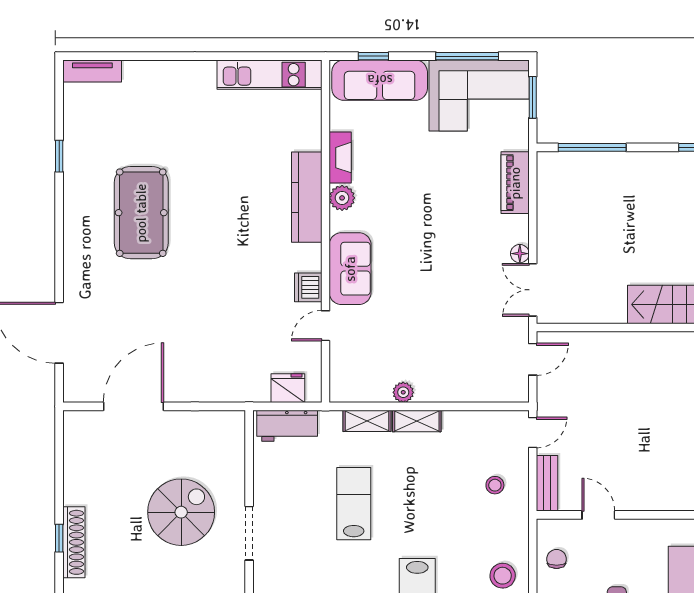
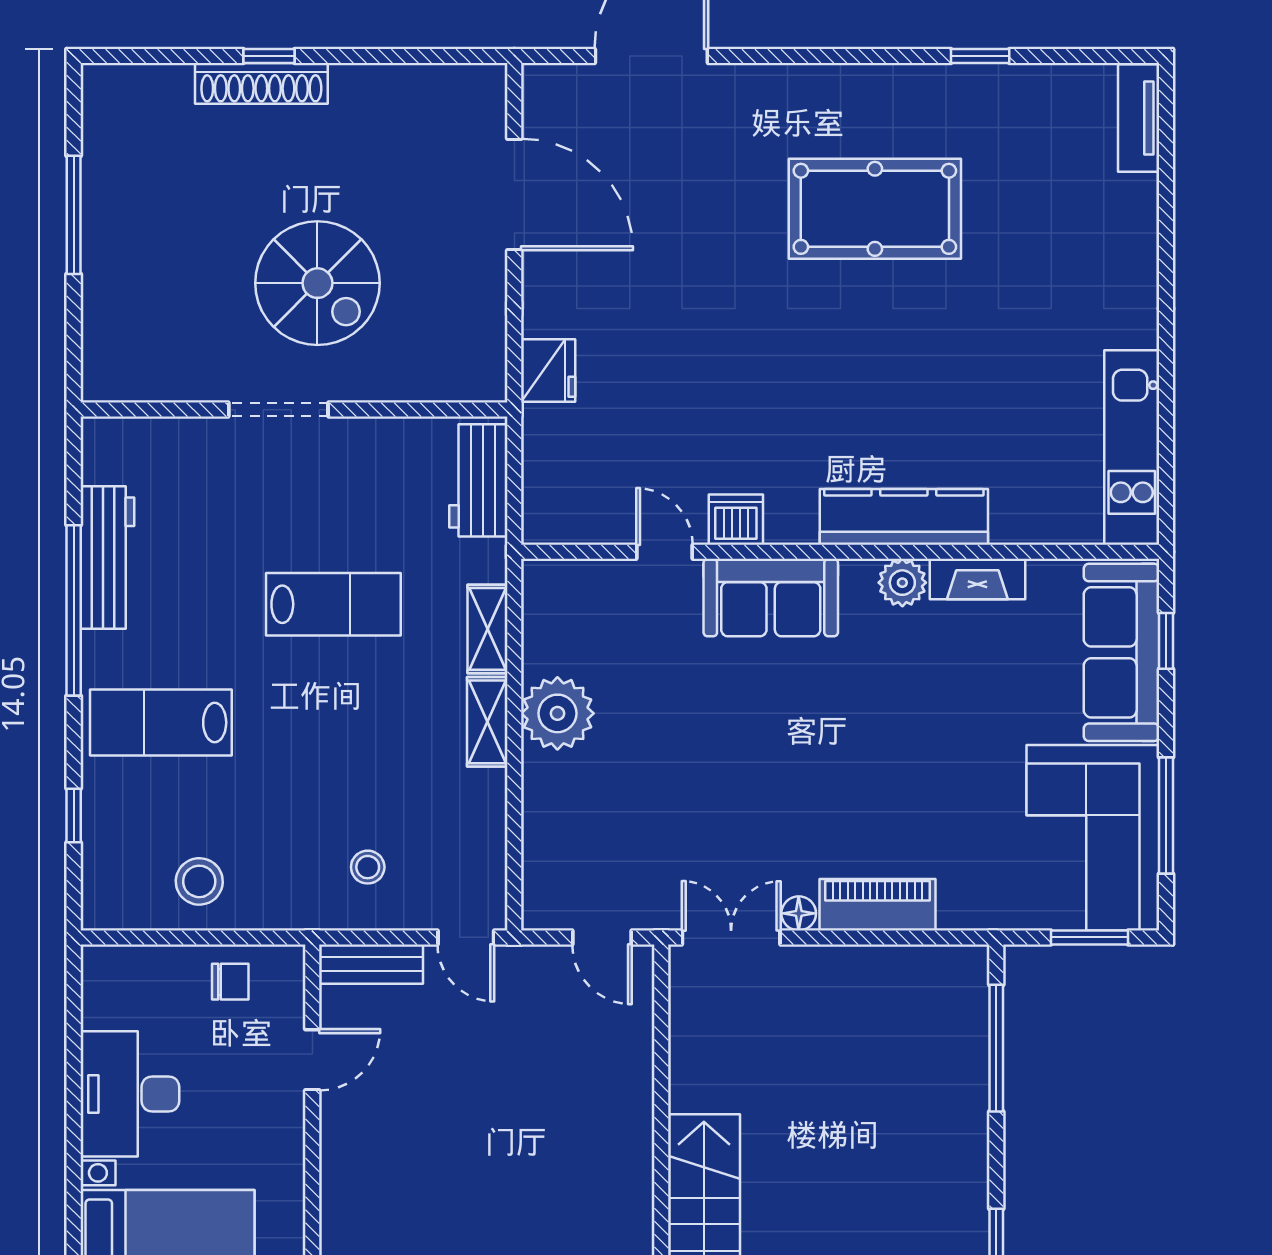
piano: (515, 183) -> (877, 905), moved
fridge: (288, 388) -> (548, 370), moved
plant: (403, 392) -> (557, 713), width x1.88, depth x1.88

